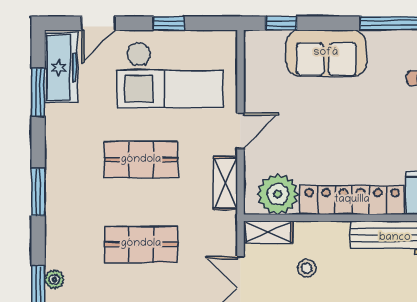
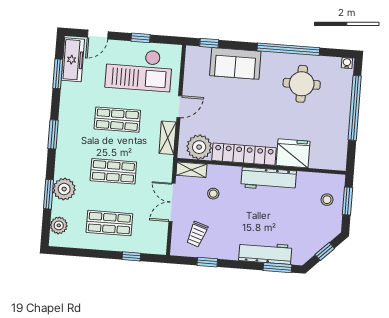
plant: (54, 279) -> (64, 189), width x1.88, depth x1.88

